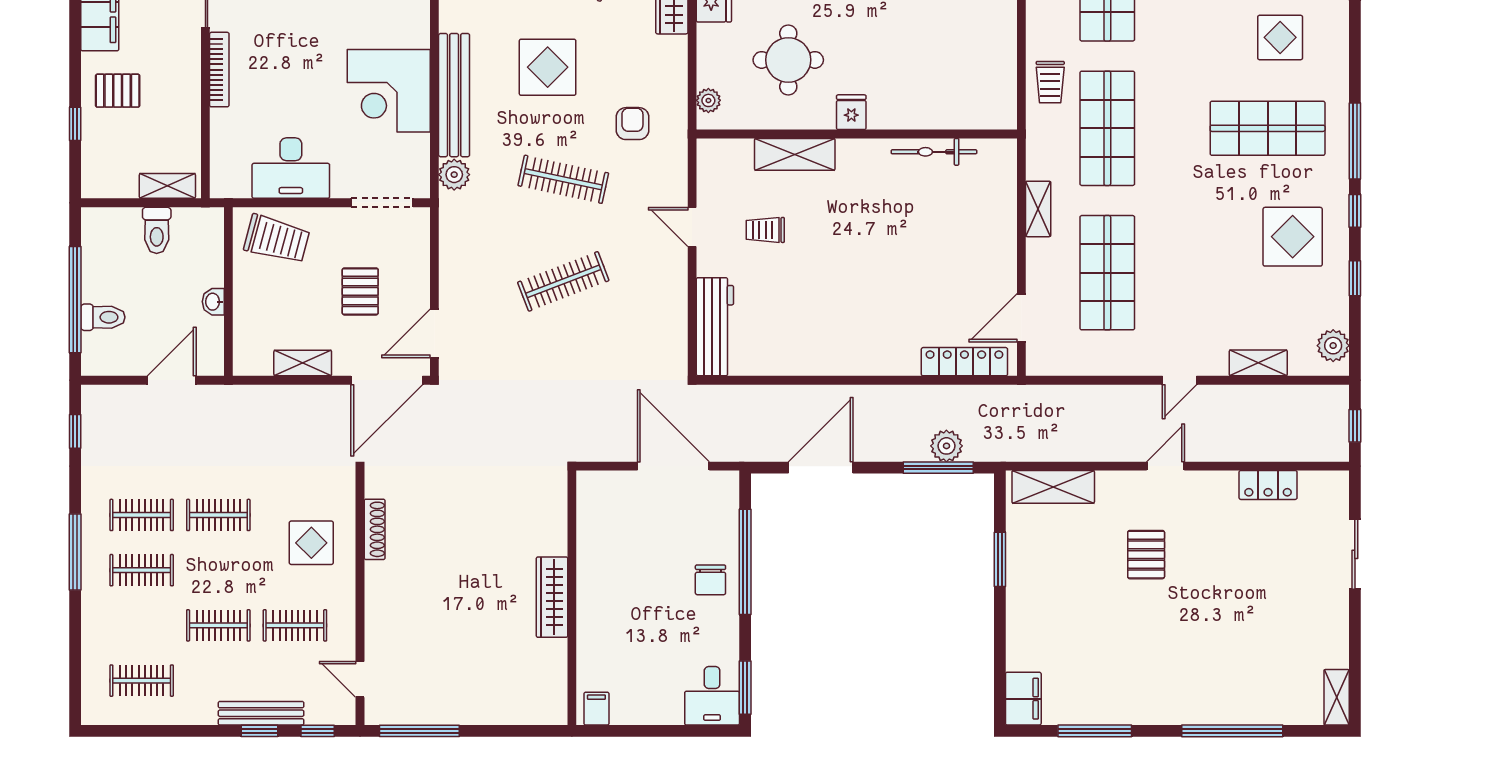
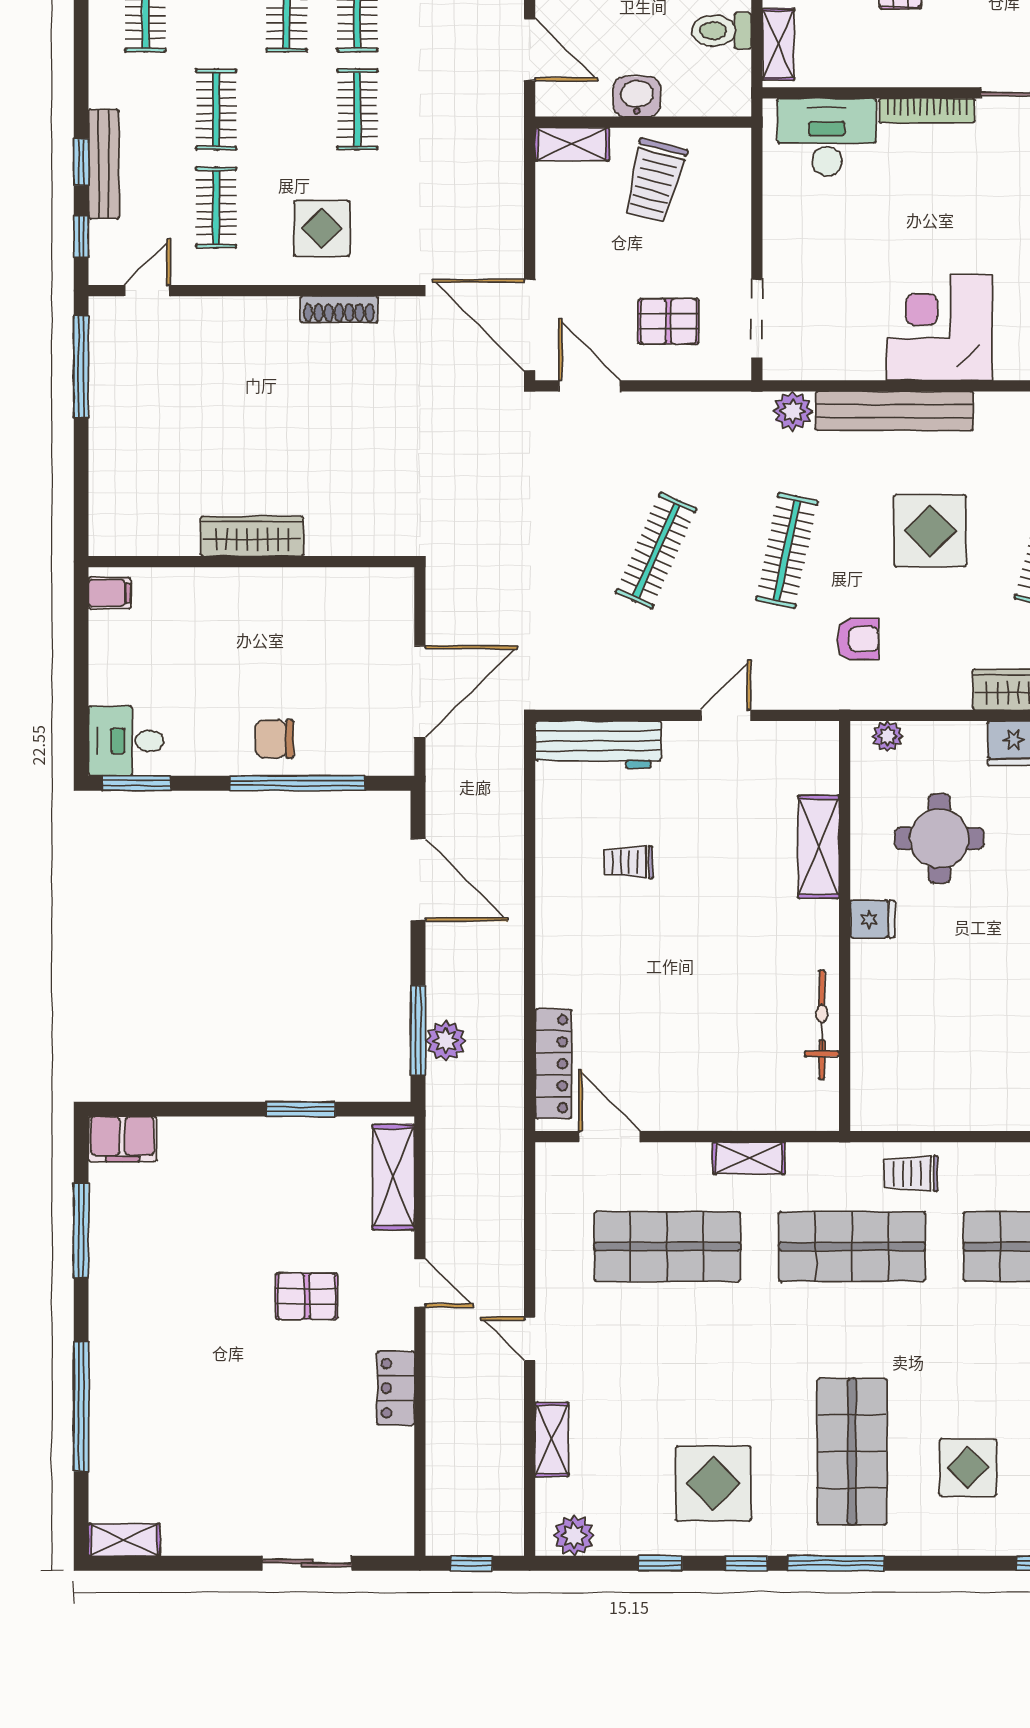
corner desk: (389, 91) -> (940, 327), moved
desk: (291, 168) -> (827, 137), moved, turned 90
trolley: (765, 230) -> (628, 862), moved, turned -90
trolley: (277, 239) -> (655, 181), moved
clothes rail: (563, 281) -> (656, 551), turned 45
pallet: (360, 291) -> (668, 321), moved
washbasin: (213, 302) -> (637, 97), width x1.38, depth x1.45
shelving: (303, 363) -> (572, 144), moved, turned 90
door: (1166, 466) -> (420, 1283), moved
locker: (1268, 485) -> (396, 1388), moved

